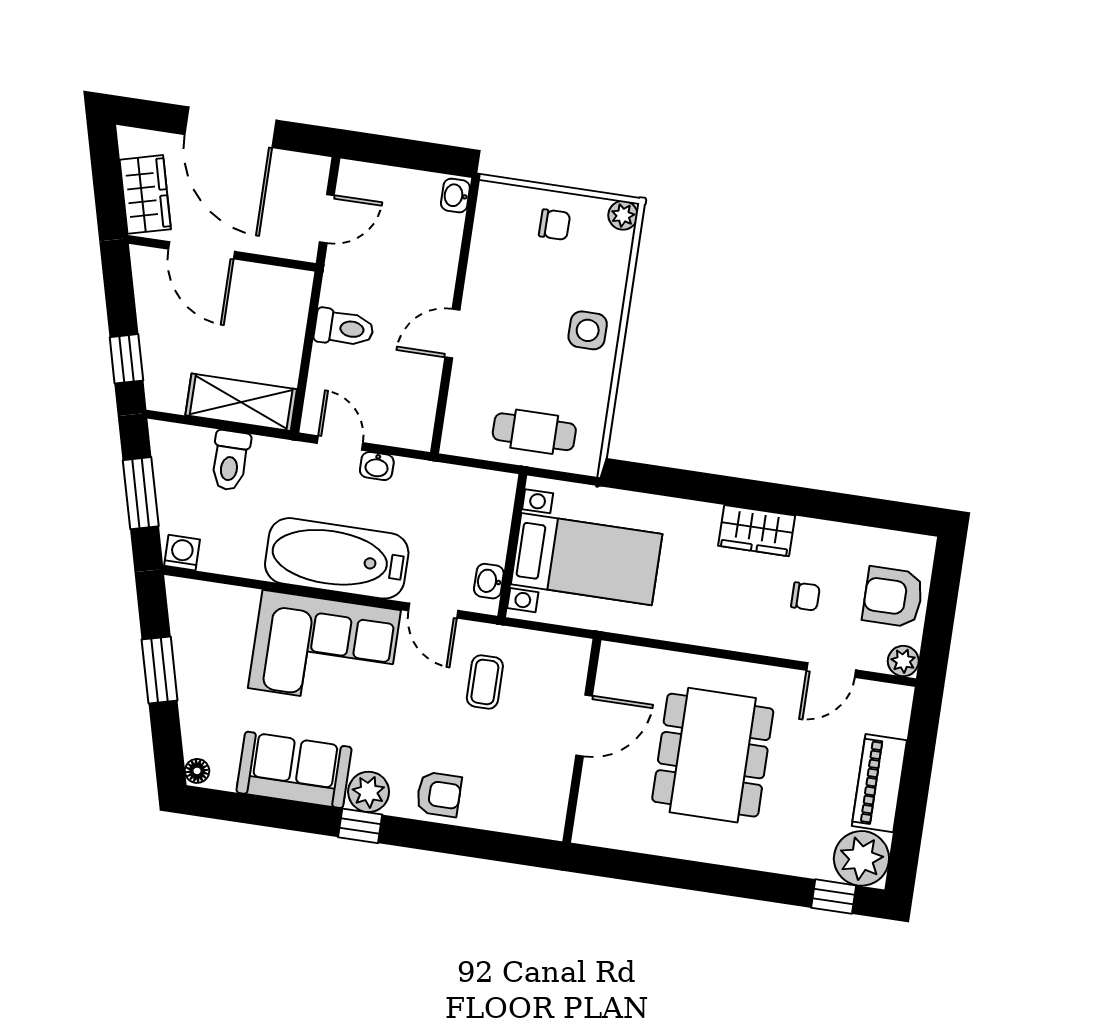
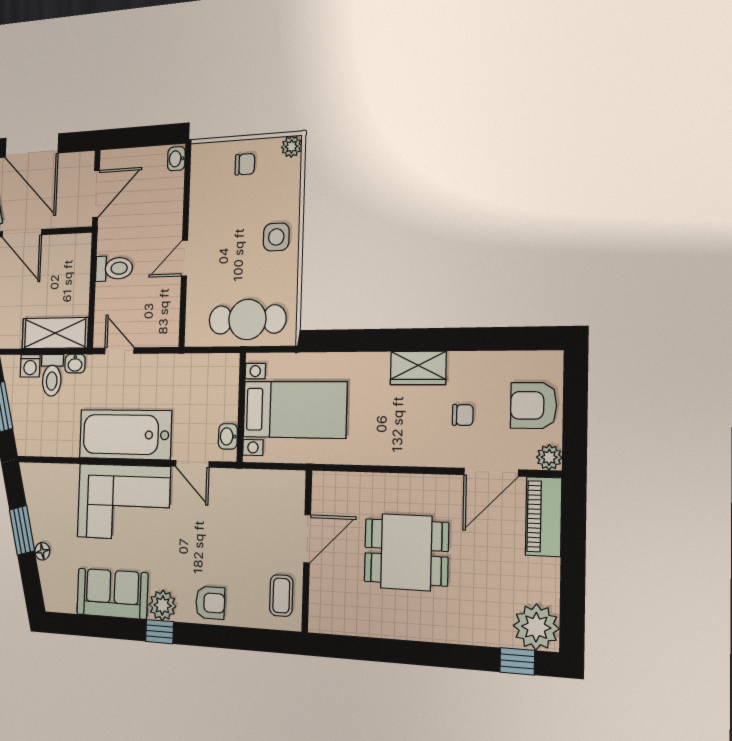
door: (327, 219) -> (96, 194), width x1.38
cafe table: (534, 432) -> (247, 319), width x1.37, depth x1.35
washbasin: (377, 466) -> (75, 364), moved
washing machine: (182, 553) -> (30, 366), moved, turned 180
door: (831, 670) -> (491, 472), width x1.38
coffee table: (485, 682) -> (281, 596), moved
dining table: (713, 755) -> (406, 552), width x0.73
floor lamp: (197, 771) -> (42, 551), moved
piano: (879, 783) -> (544, 517), moved

